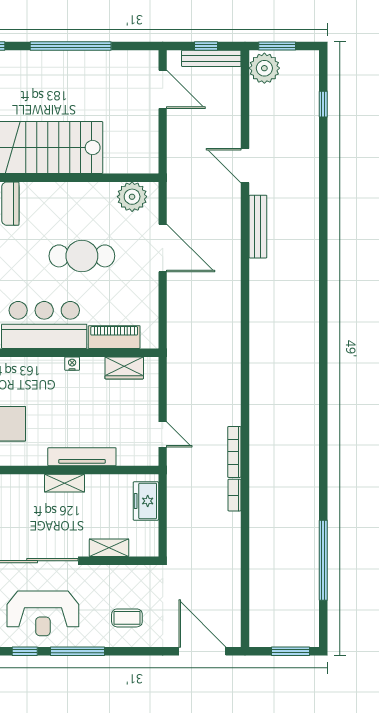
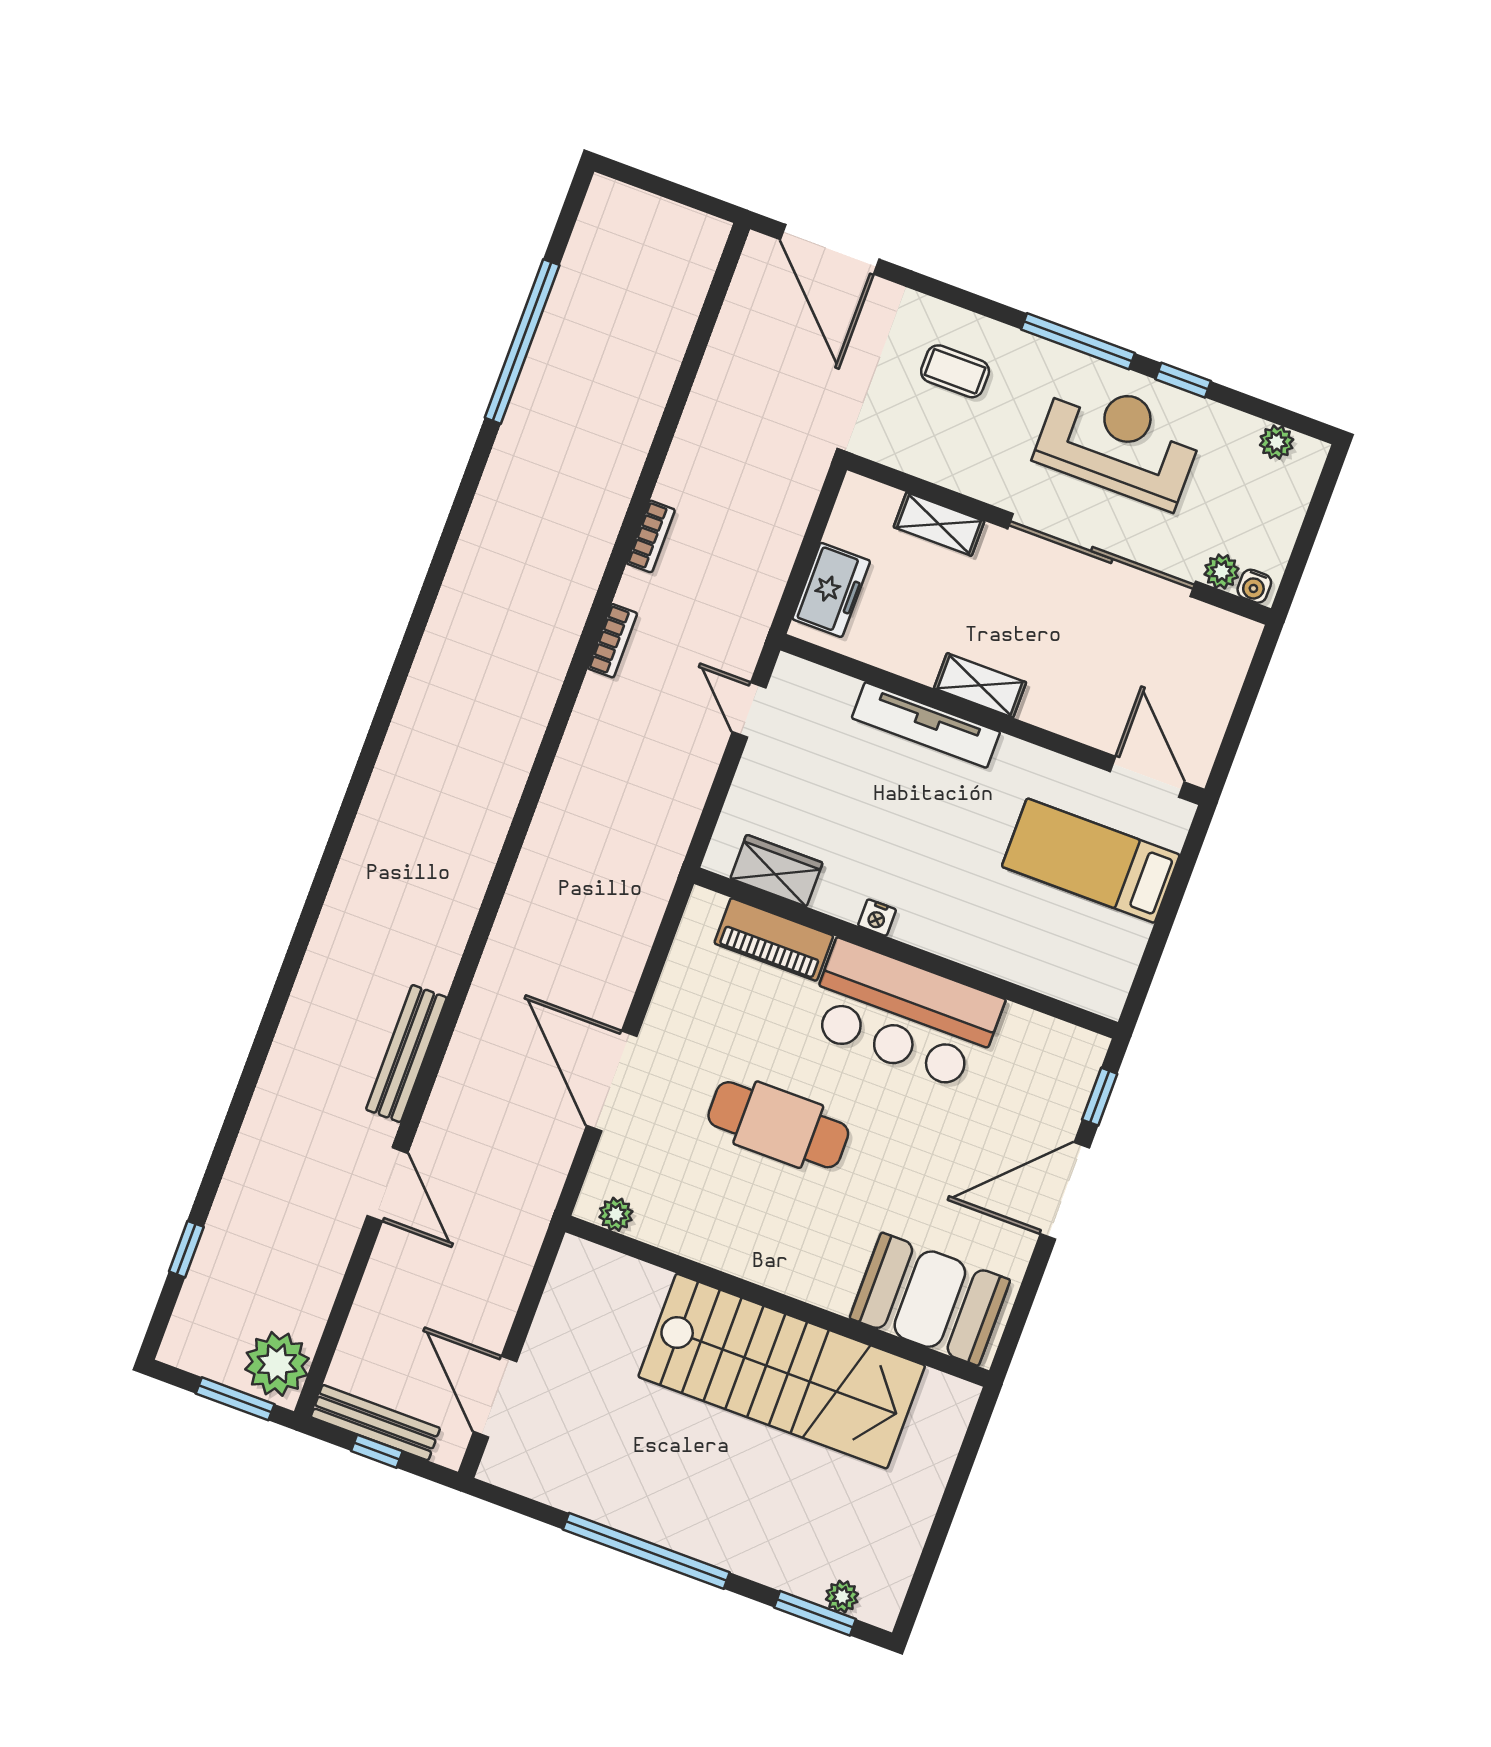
plant: (132, 197) -> (616, 1214), width x0.53, depth x0.53
bookcase: (234, 452) -> (612, 641), width x0.64
window: (290, 651) -> (654, 185), removed

